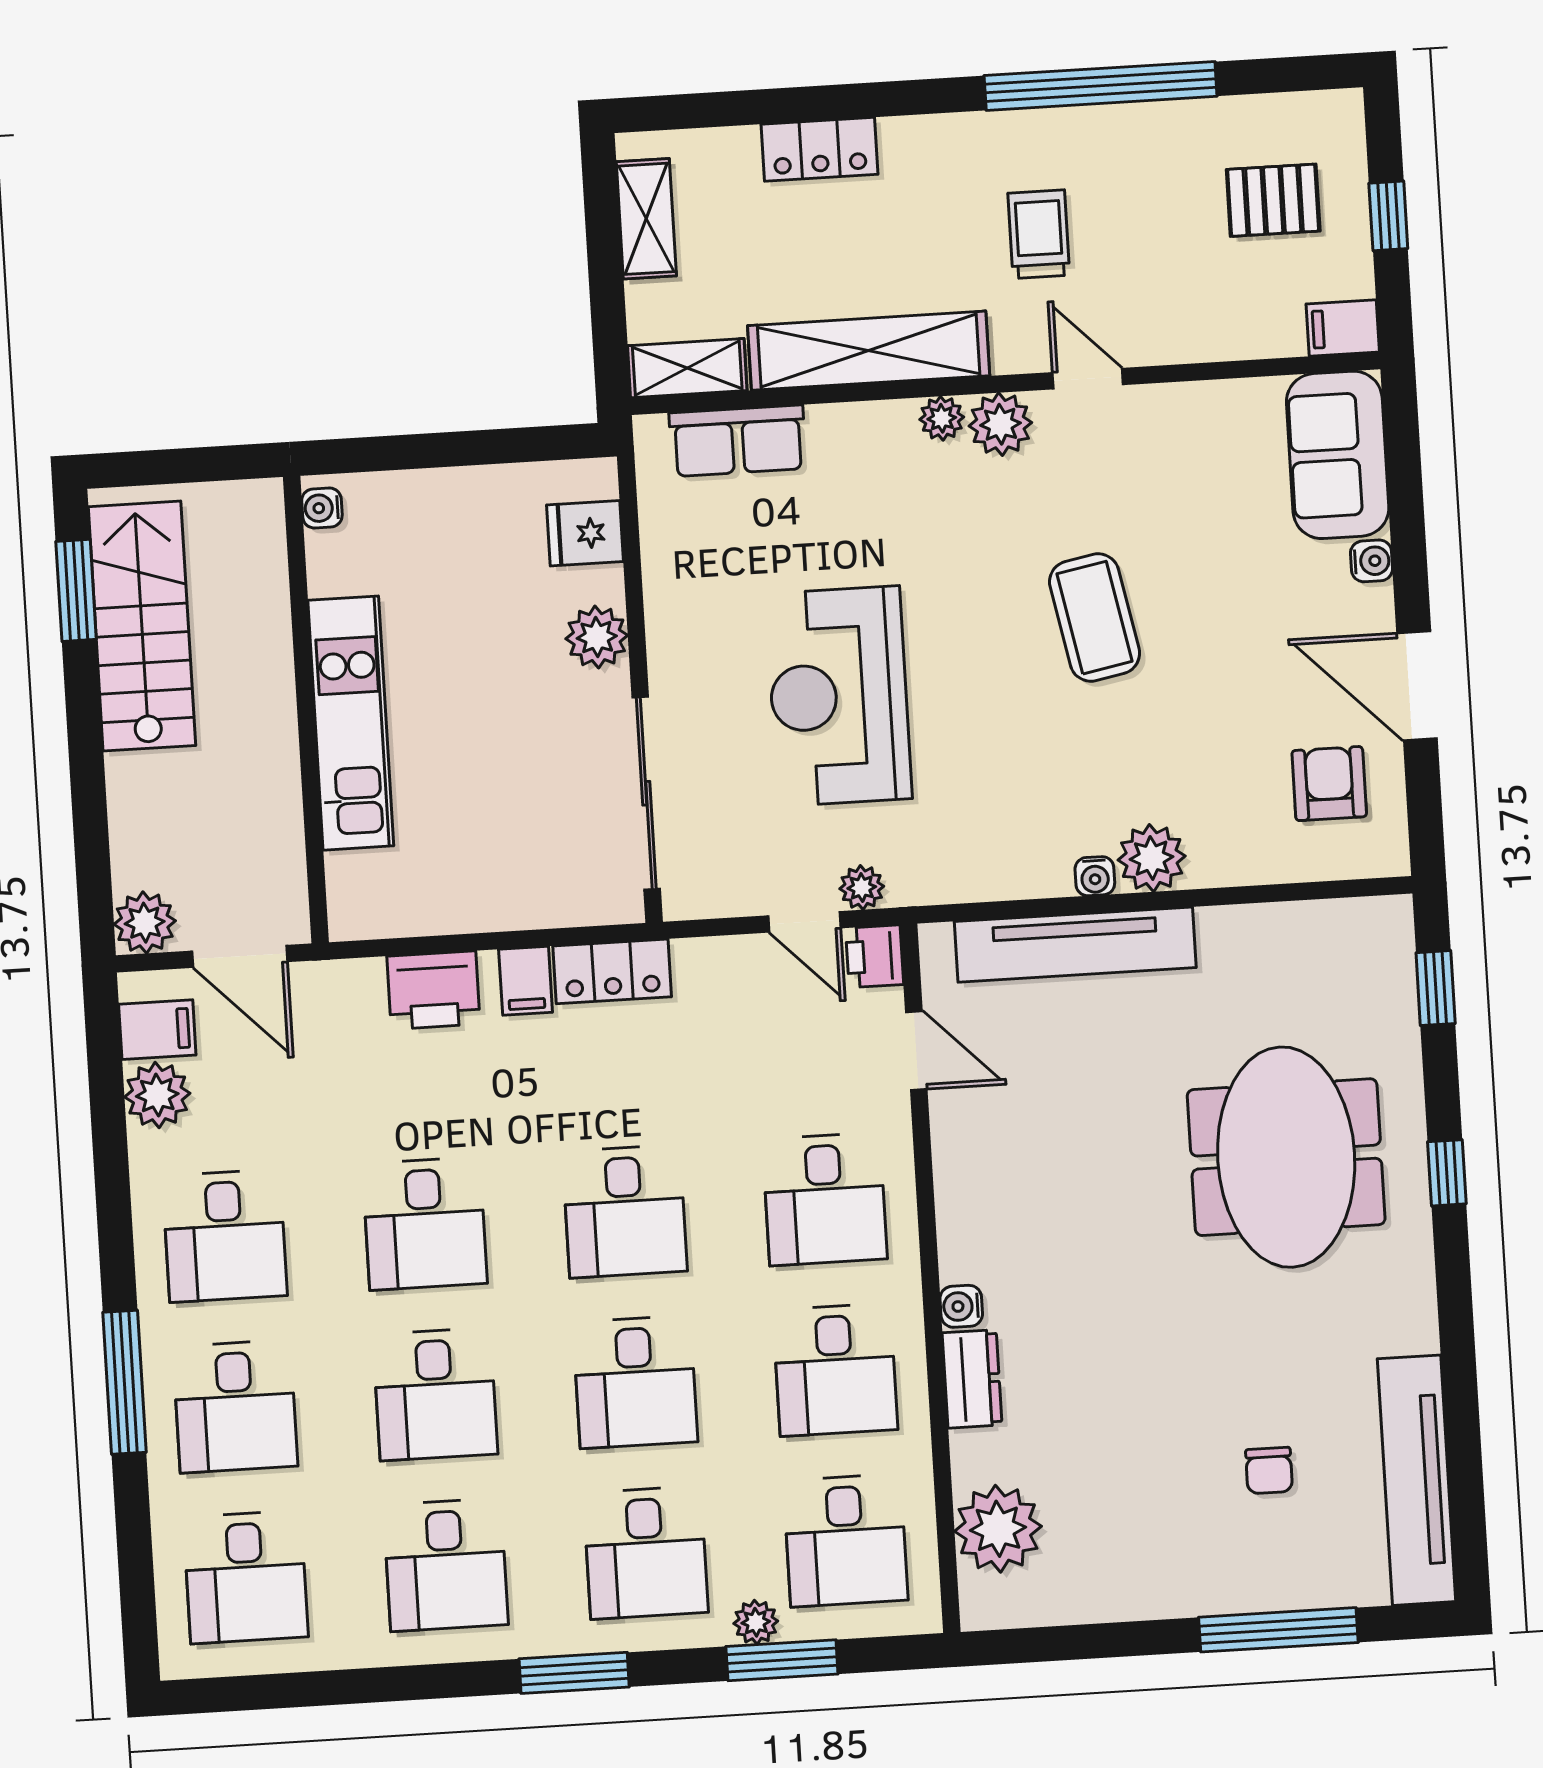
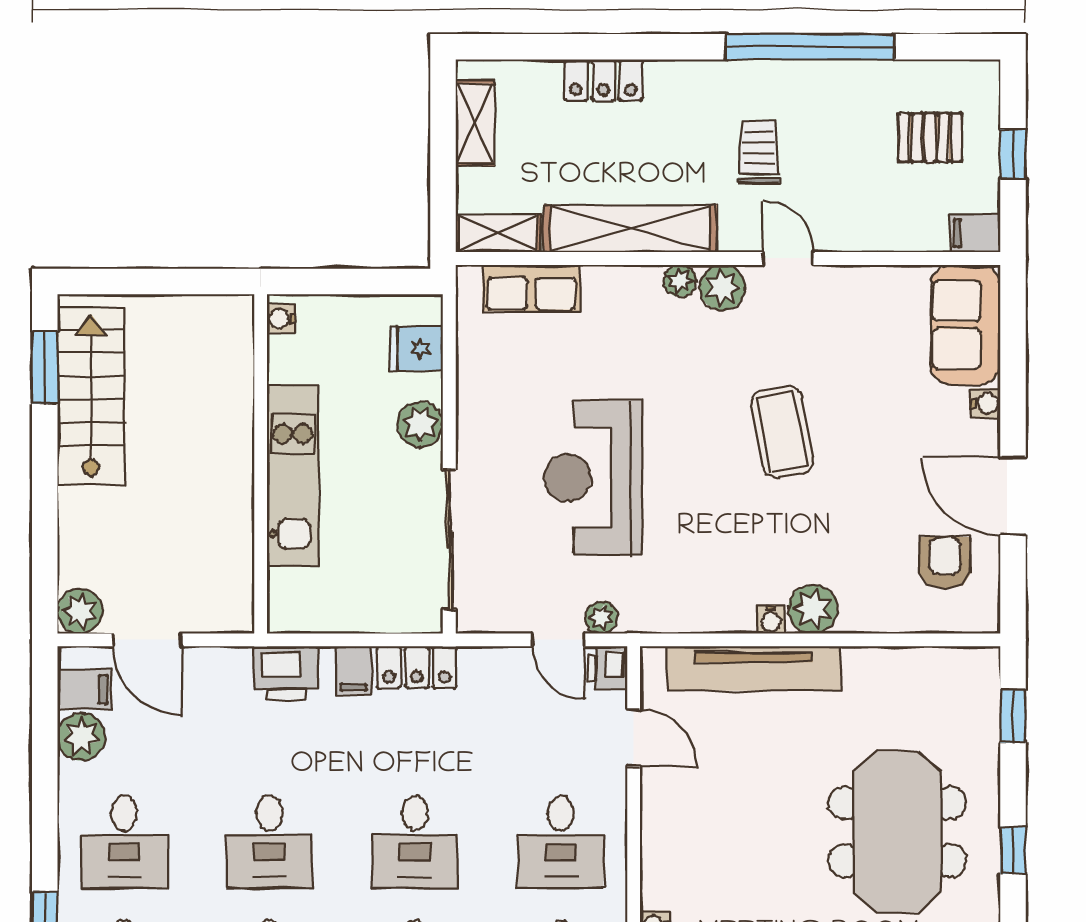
water cooler: (322, 508) -> (281, 318), moved
wall: (306, 710) -> (261, 464), moved
kitchen unit: (351, 723) -> (293, 476), moved

